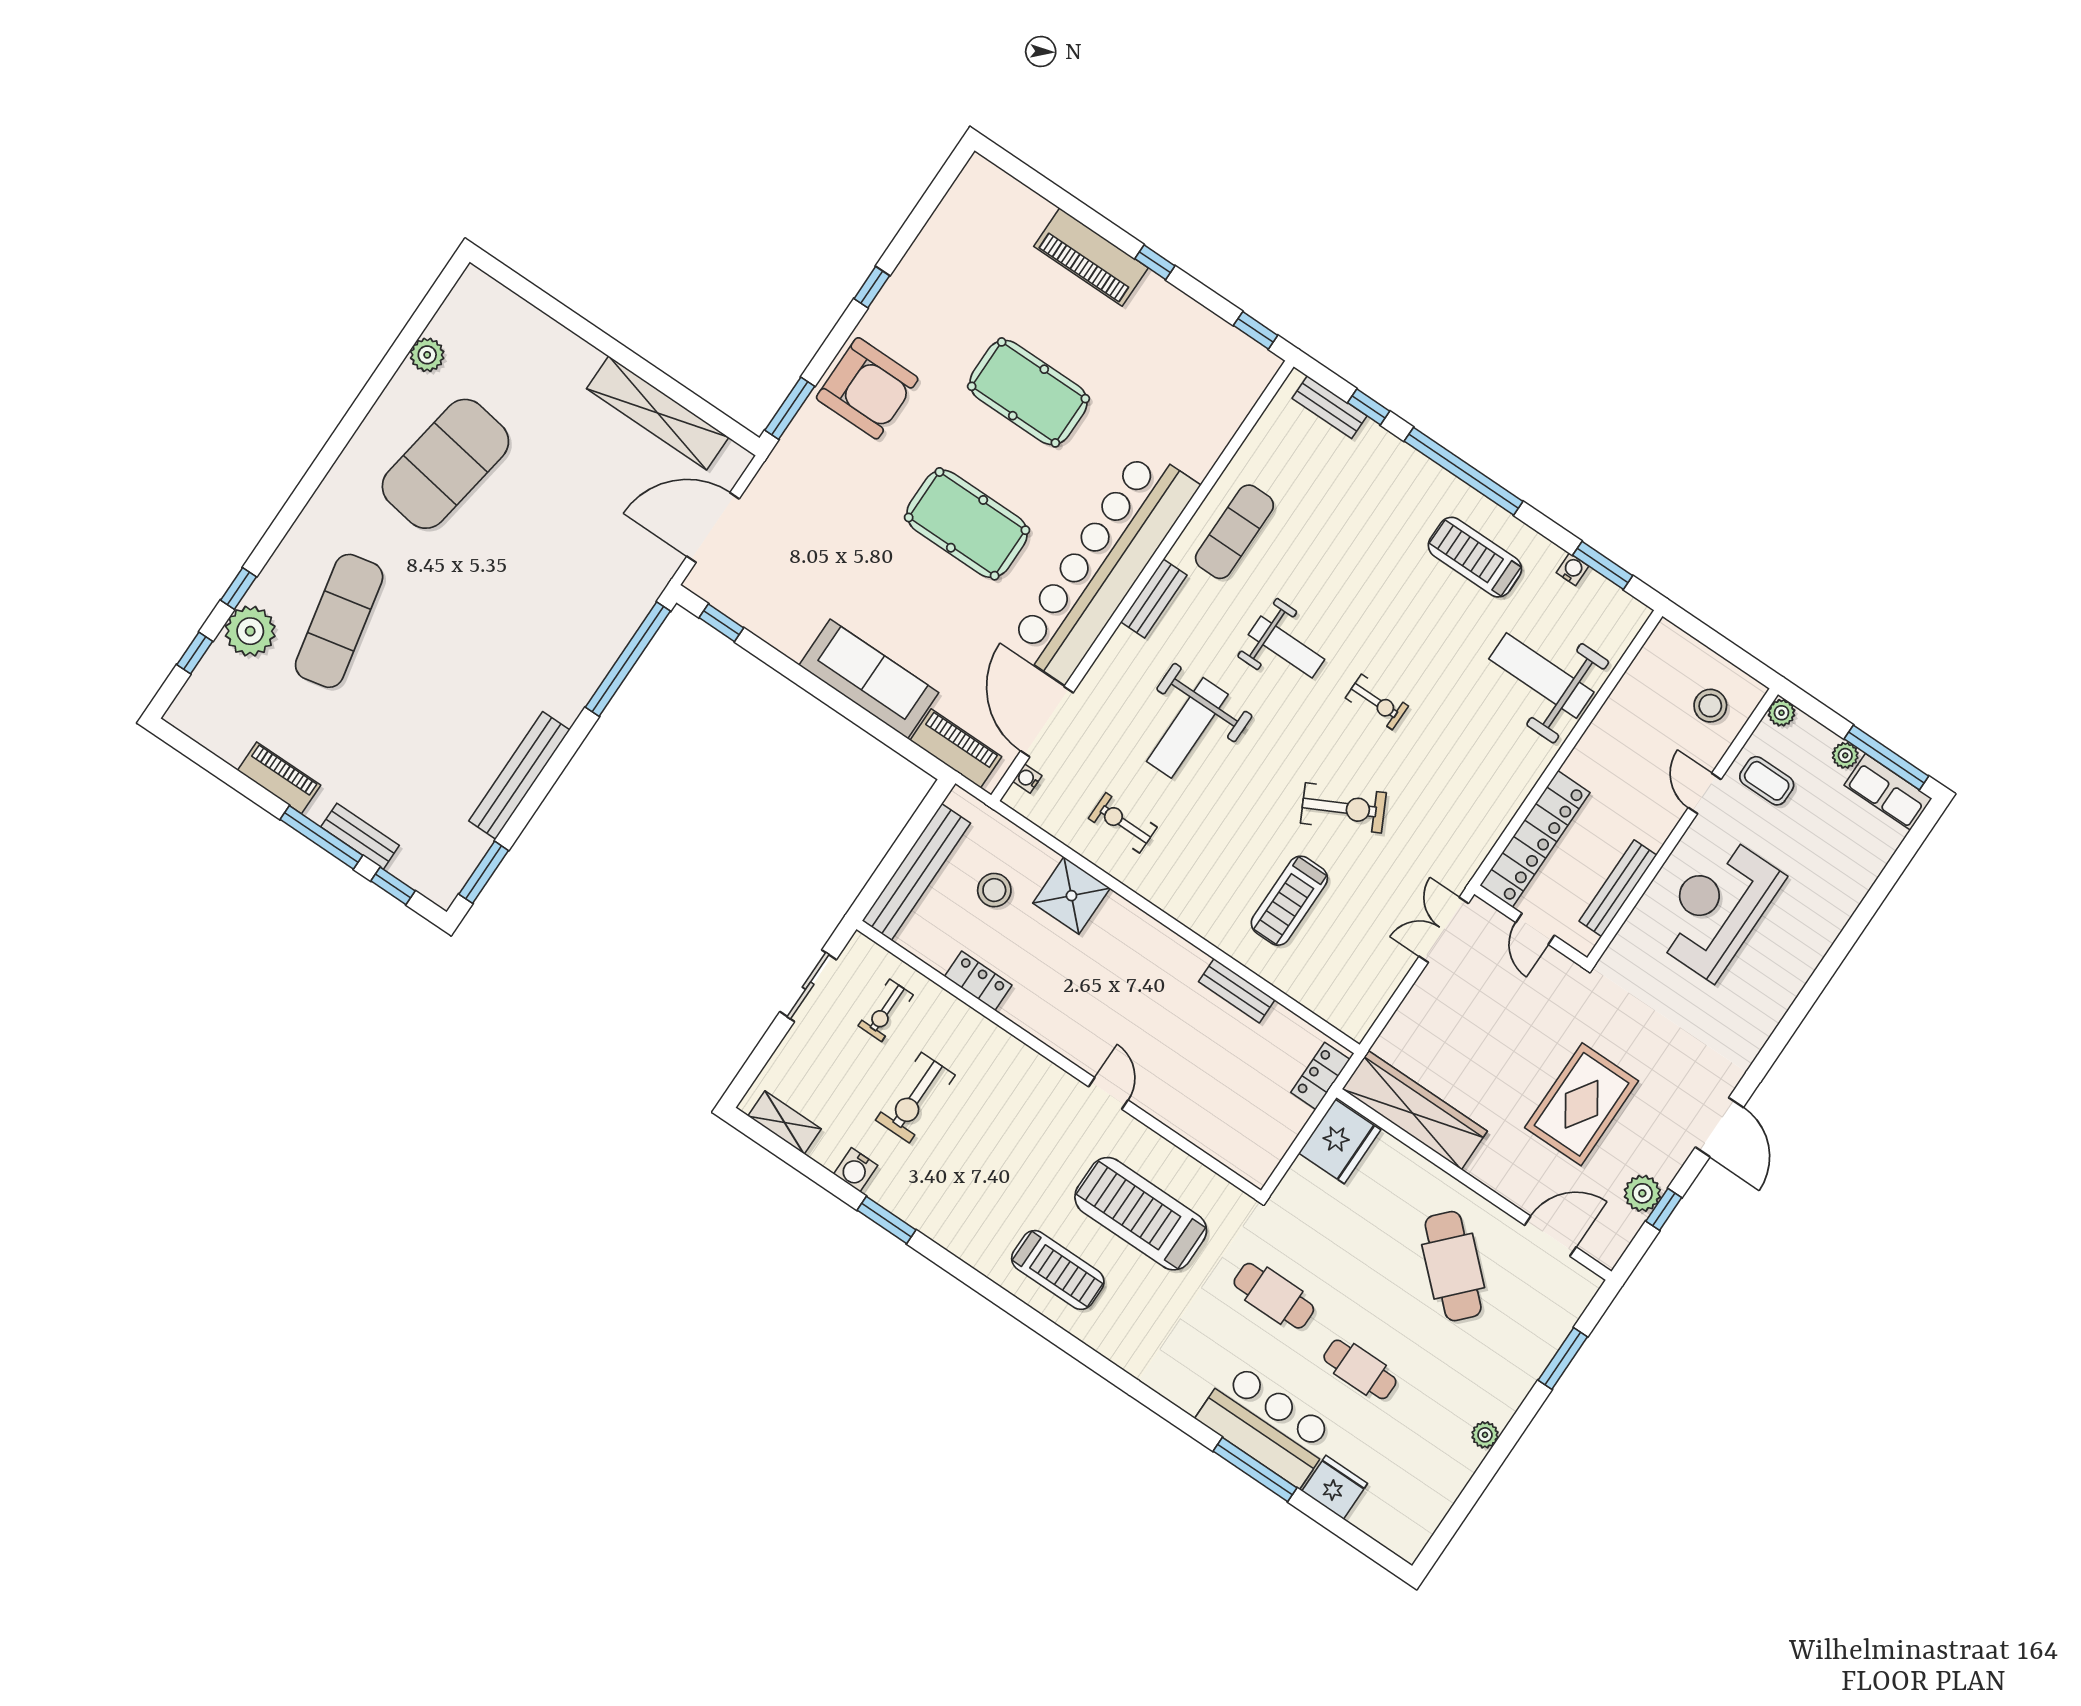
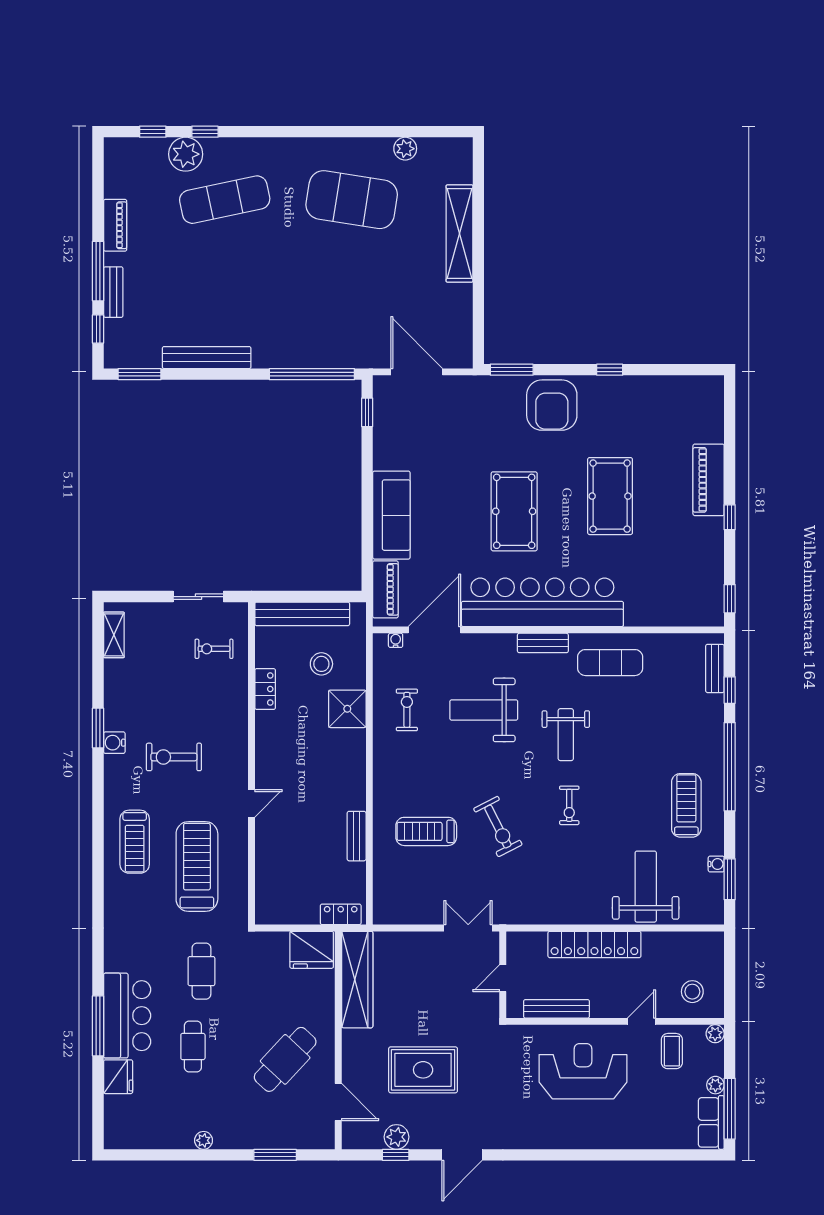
shelving: (658, 413) -> (460, 234), moved
locker: (1535, 839) -> (594, 944), moved
exercise bike: (915, 1098) -> (174, 757), moved
water cooler: (856, 1170) -> (114, 743), moved

